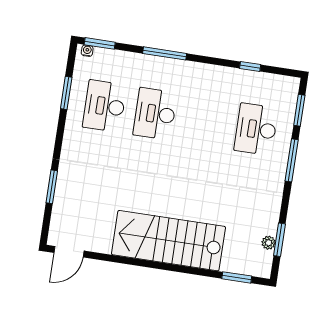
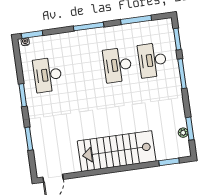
window: (165, 53) -> (89, 27), moved
window: (250, 66) -> (136, 20), width x2.17
window: (66, 93) -> (23, 95), moved
desk: (155, 114) -> (117, 65), moved

